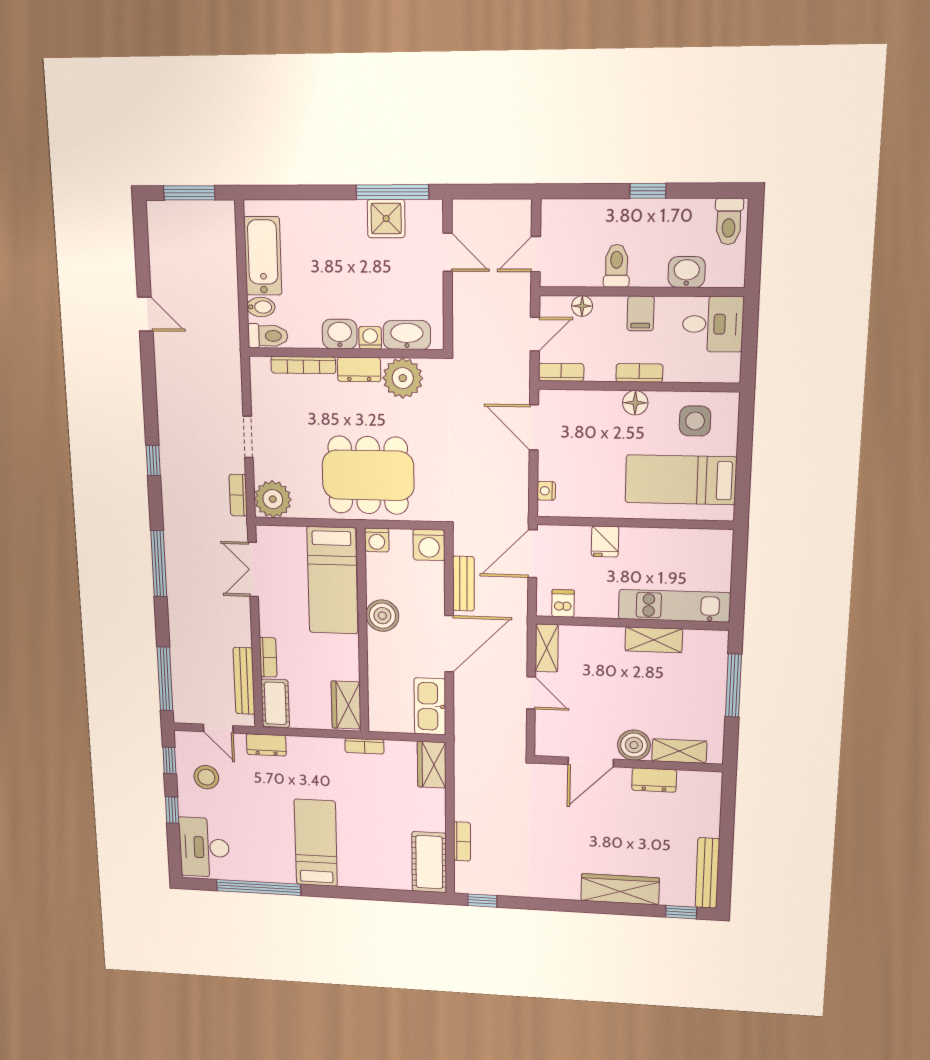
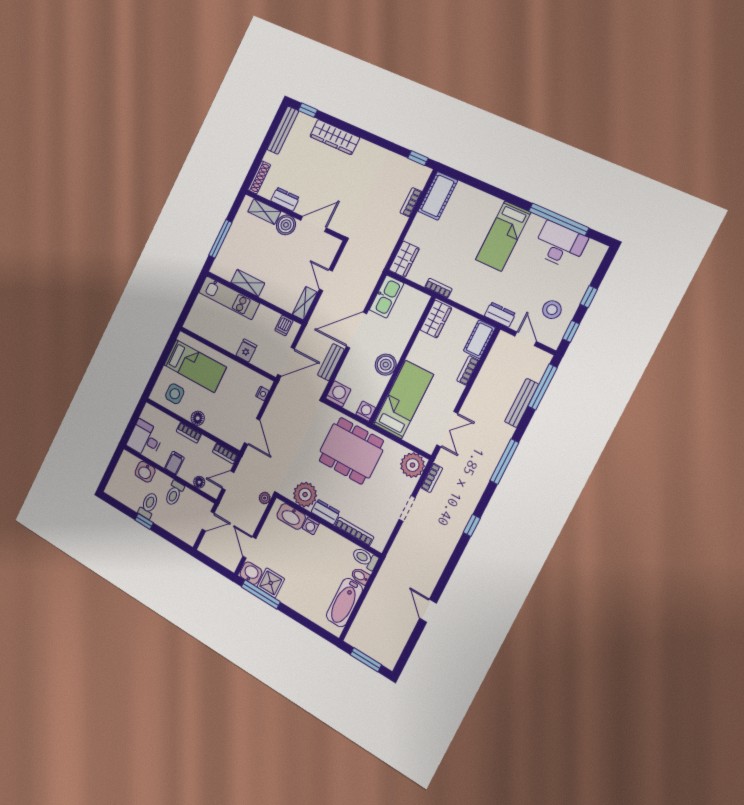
toilet: (729, 221) -> (149, 505), moved
washbasin: (340, 334) -> (251, 573), moved, turned 180
plant: (462, 339) -> (265, 498), added
bench: (244, 681) -> (522, 403), moved
shoe rack: (713, 796) -> (259, 177), added
desk: (204, 847) -> (560, 245), moved, turned -90

